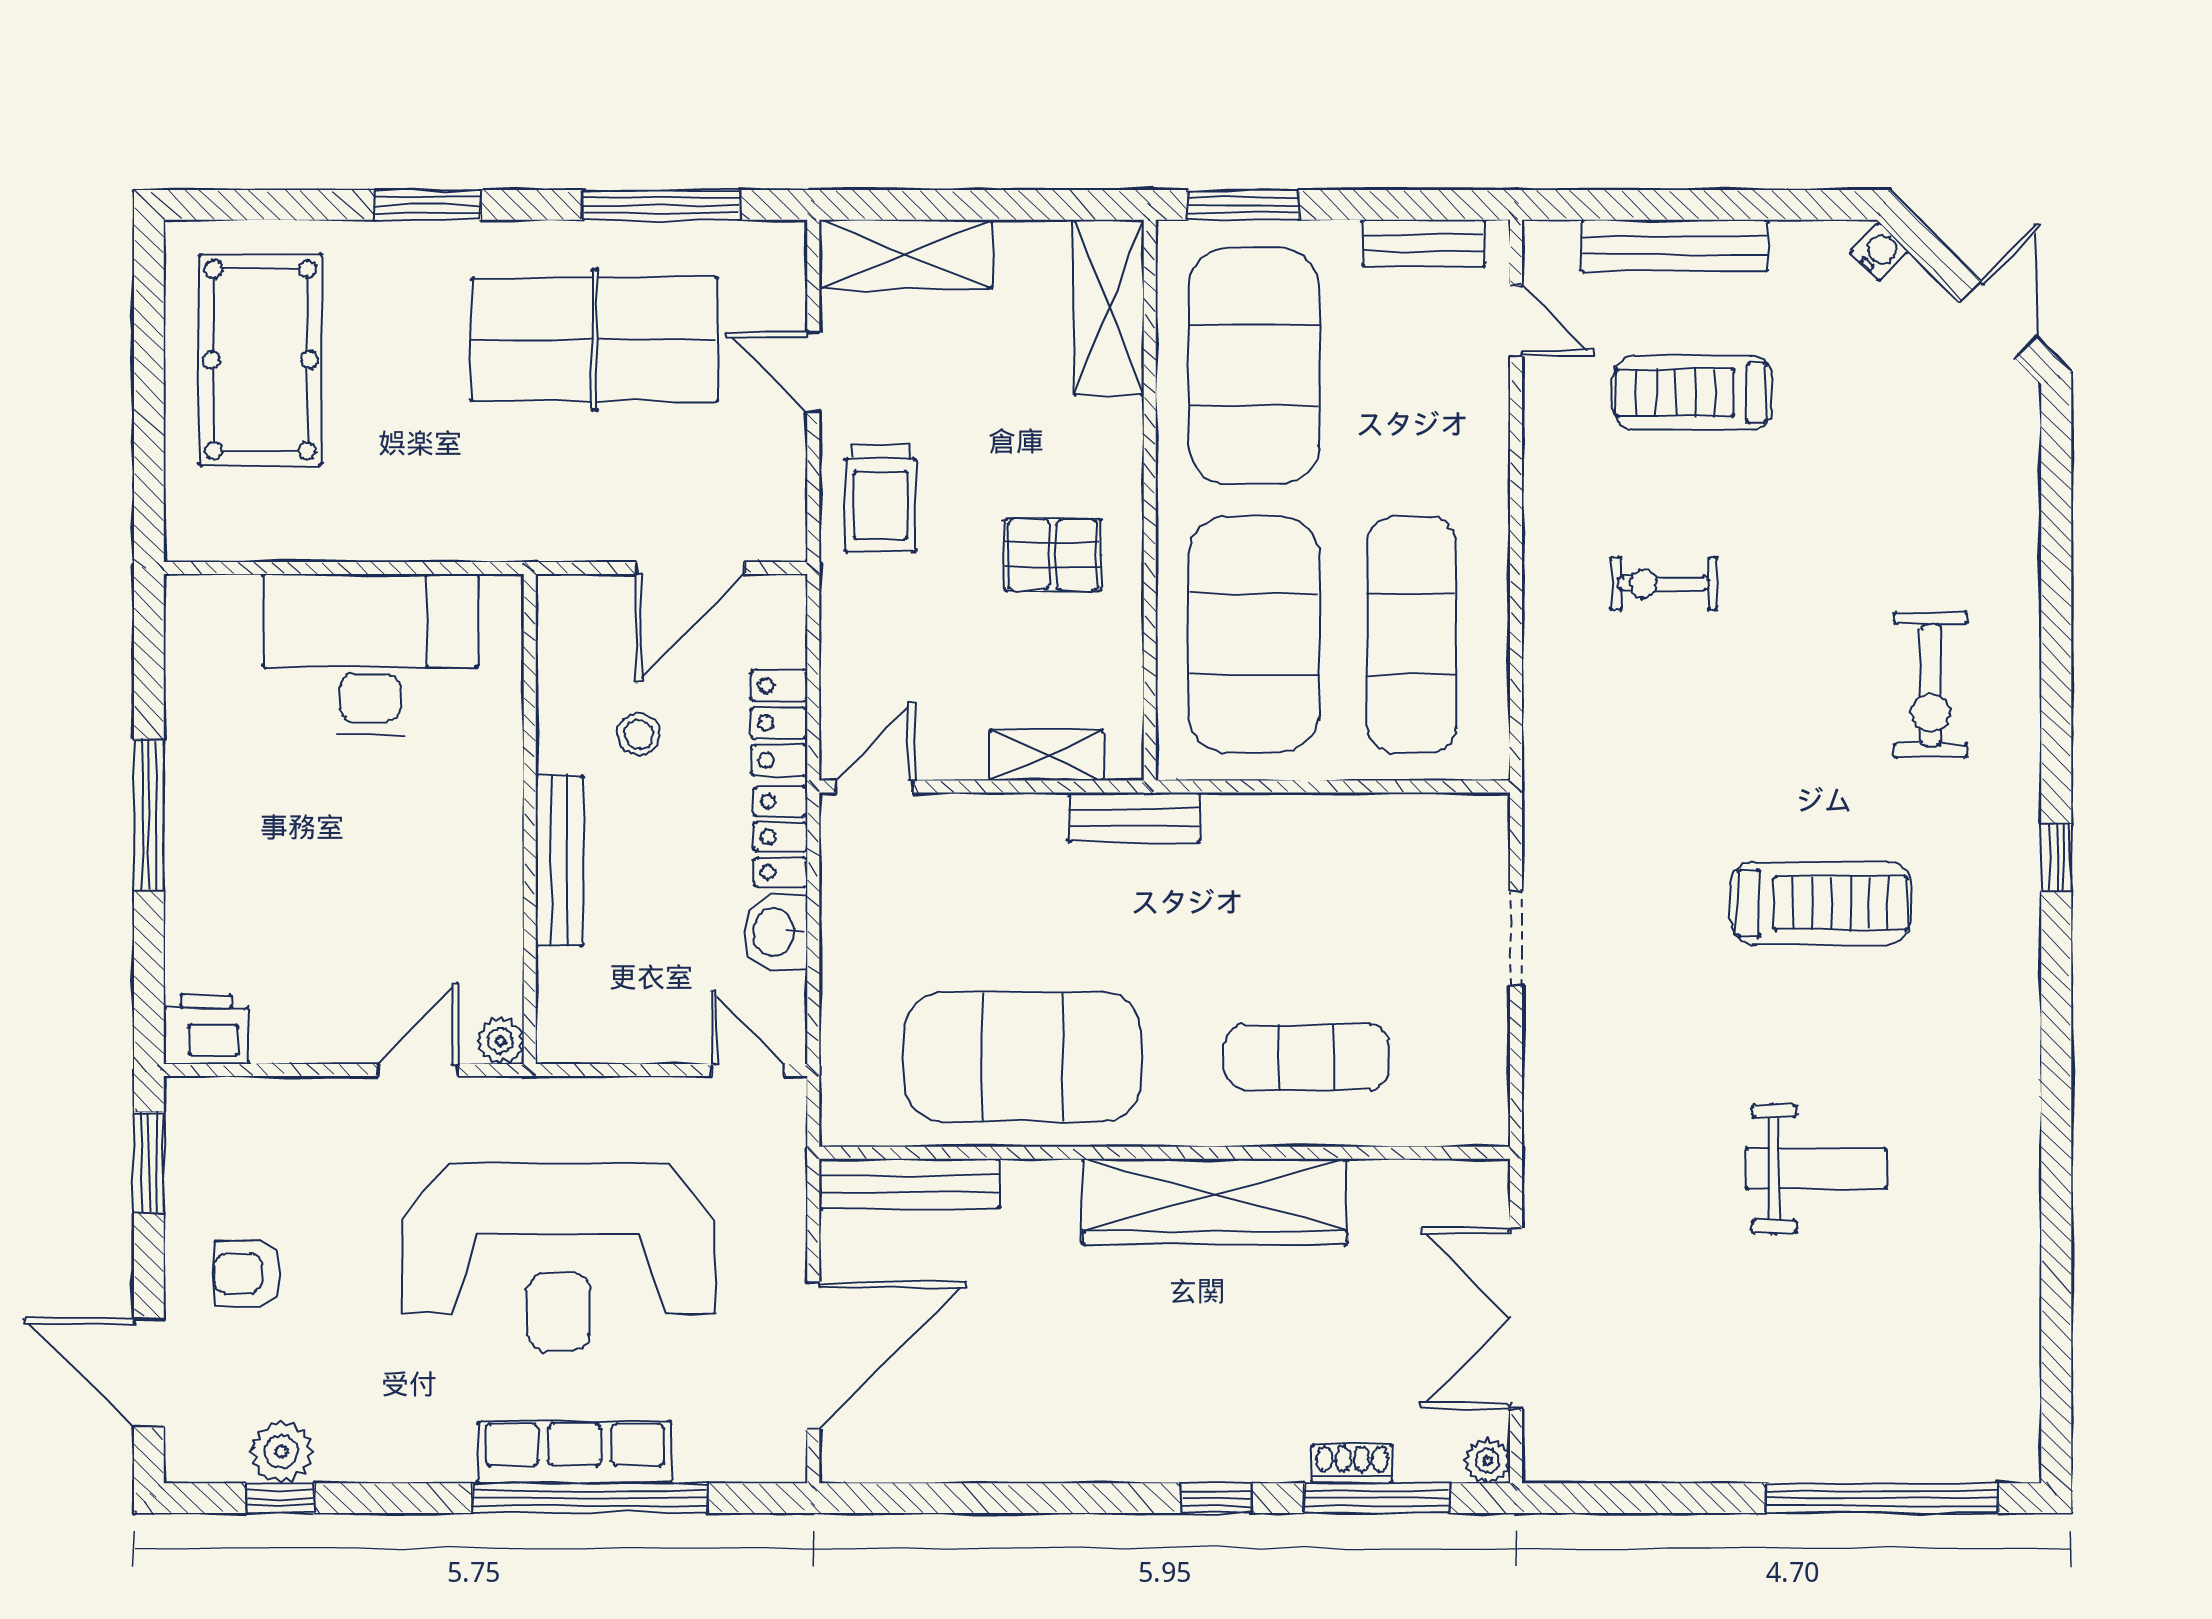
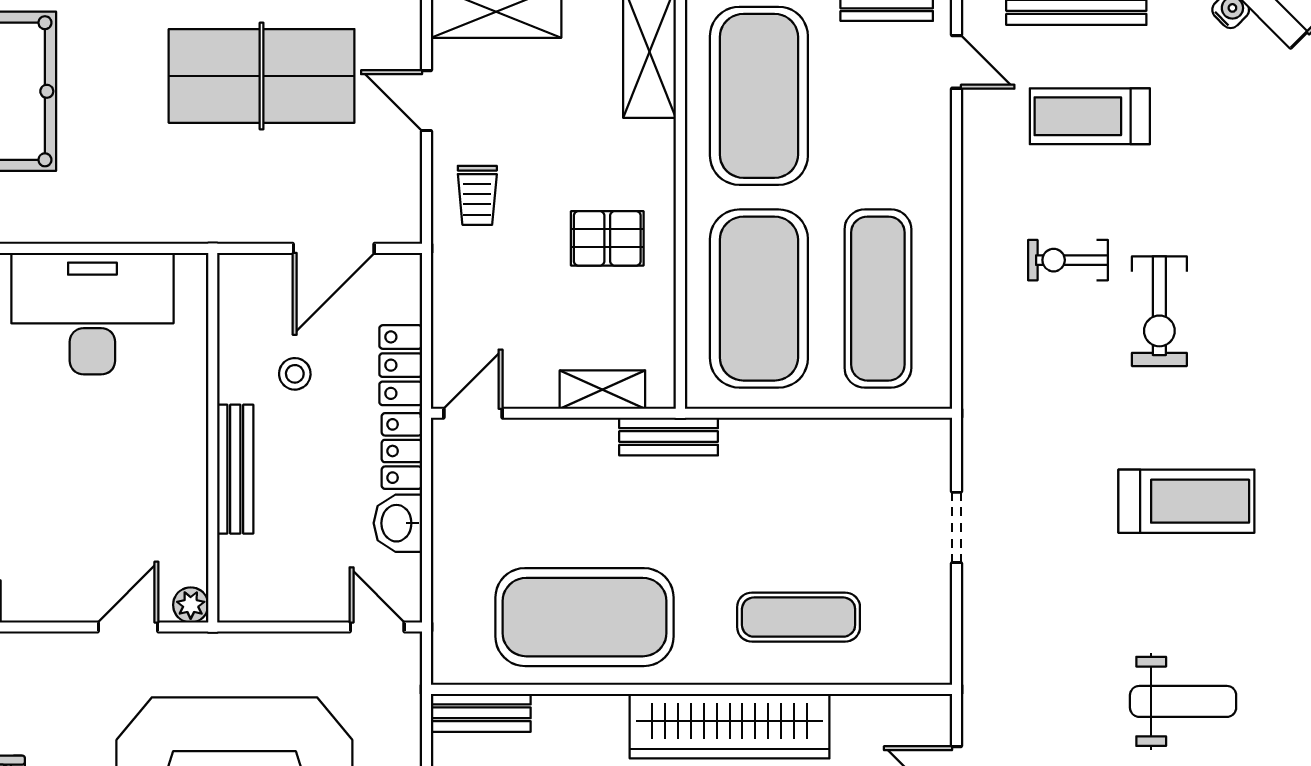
trolley: (881, 498) -> (477, 195), width x0.73, depth x0.72
exercise bike: (1931, 685) -> (1159, 311), moved
bench: (909, 1184) -> (481, 713), width x0.73

